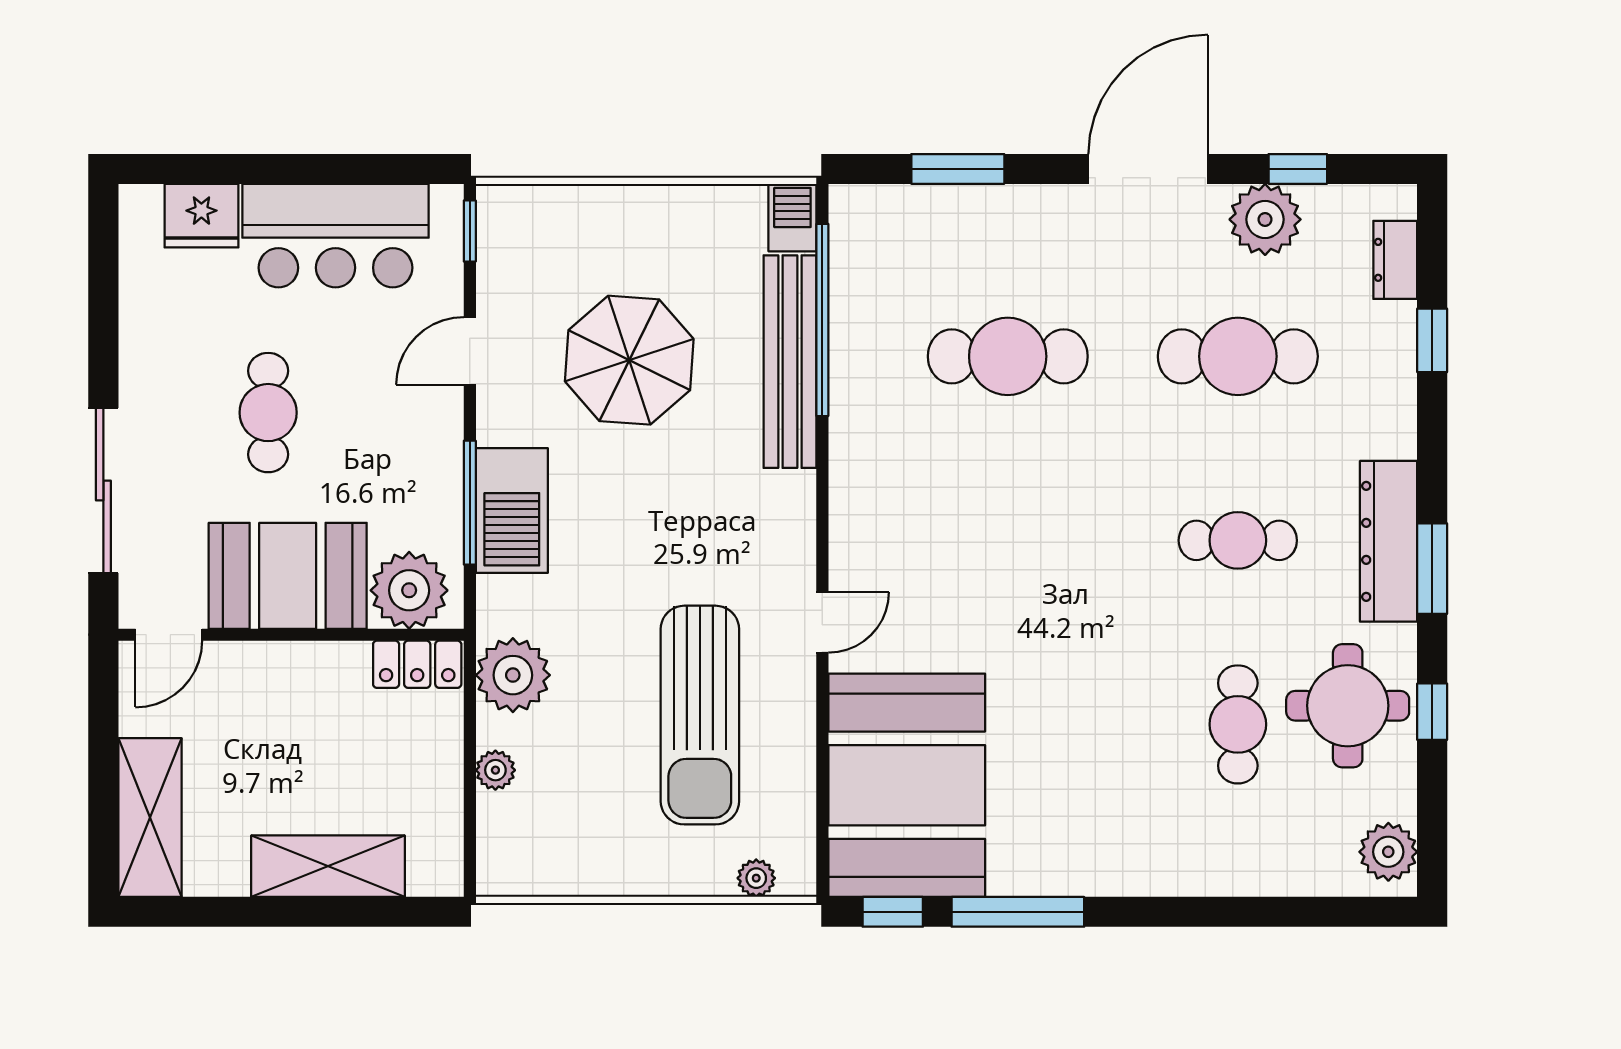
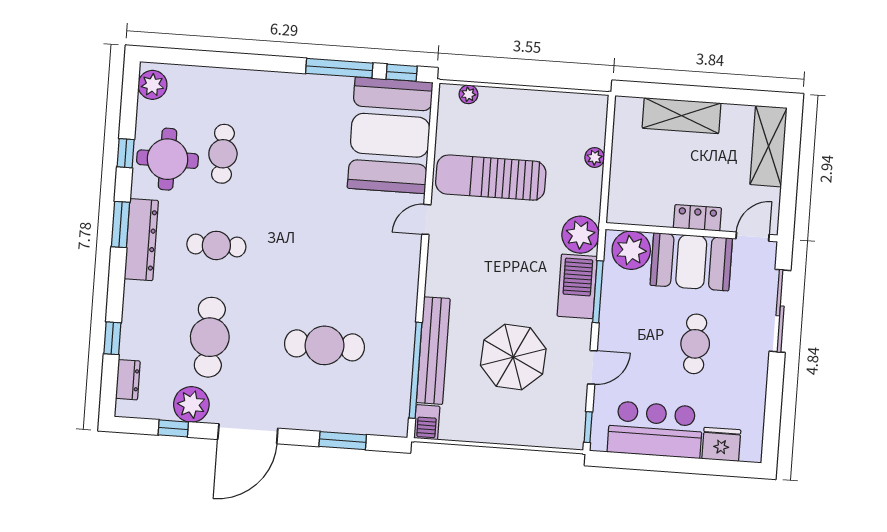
cafe table: (1238, 356) -> (210, 337), turned 90
locker: (417, 664) -> (697, 218), moved
plant: (513, 675) -> (580, 235), moved
sun lounger: (700, 715) -> (491, 178), turned -90

